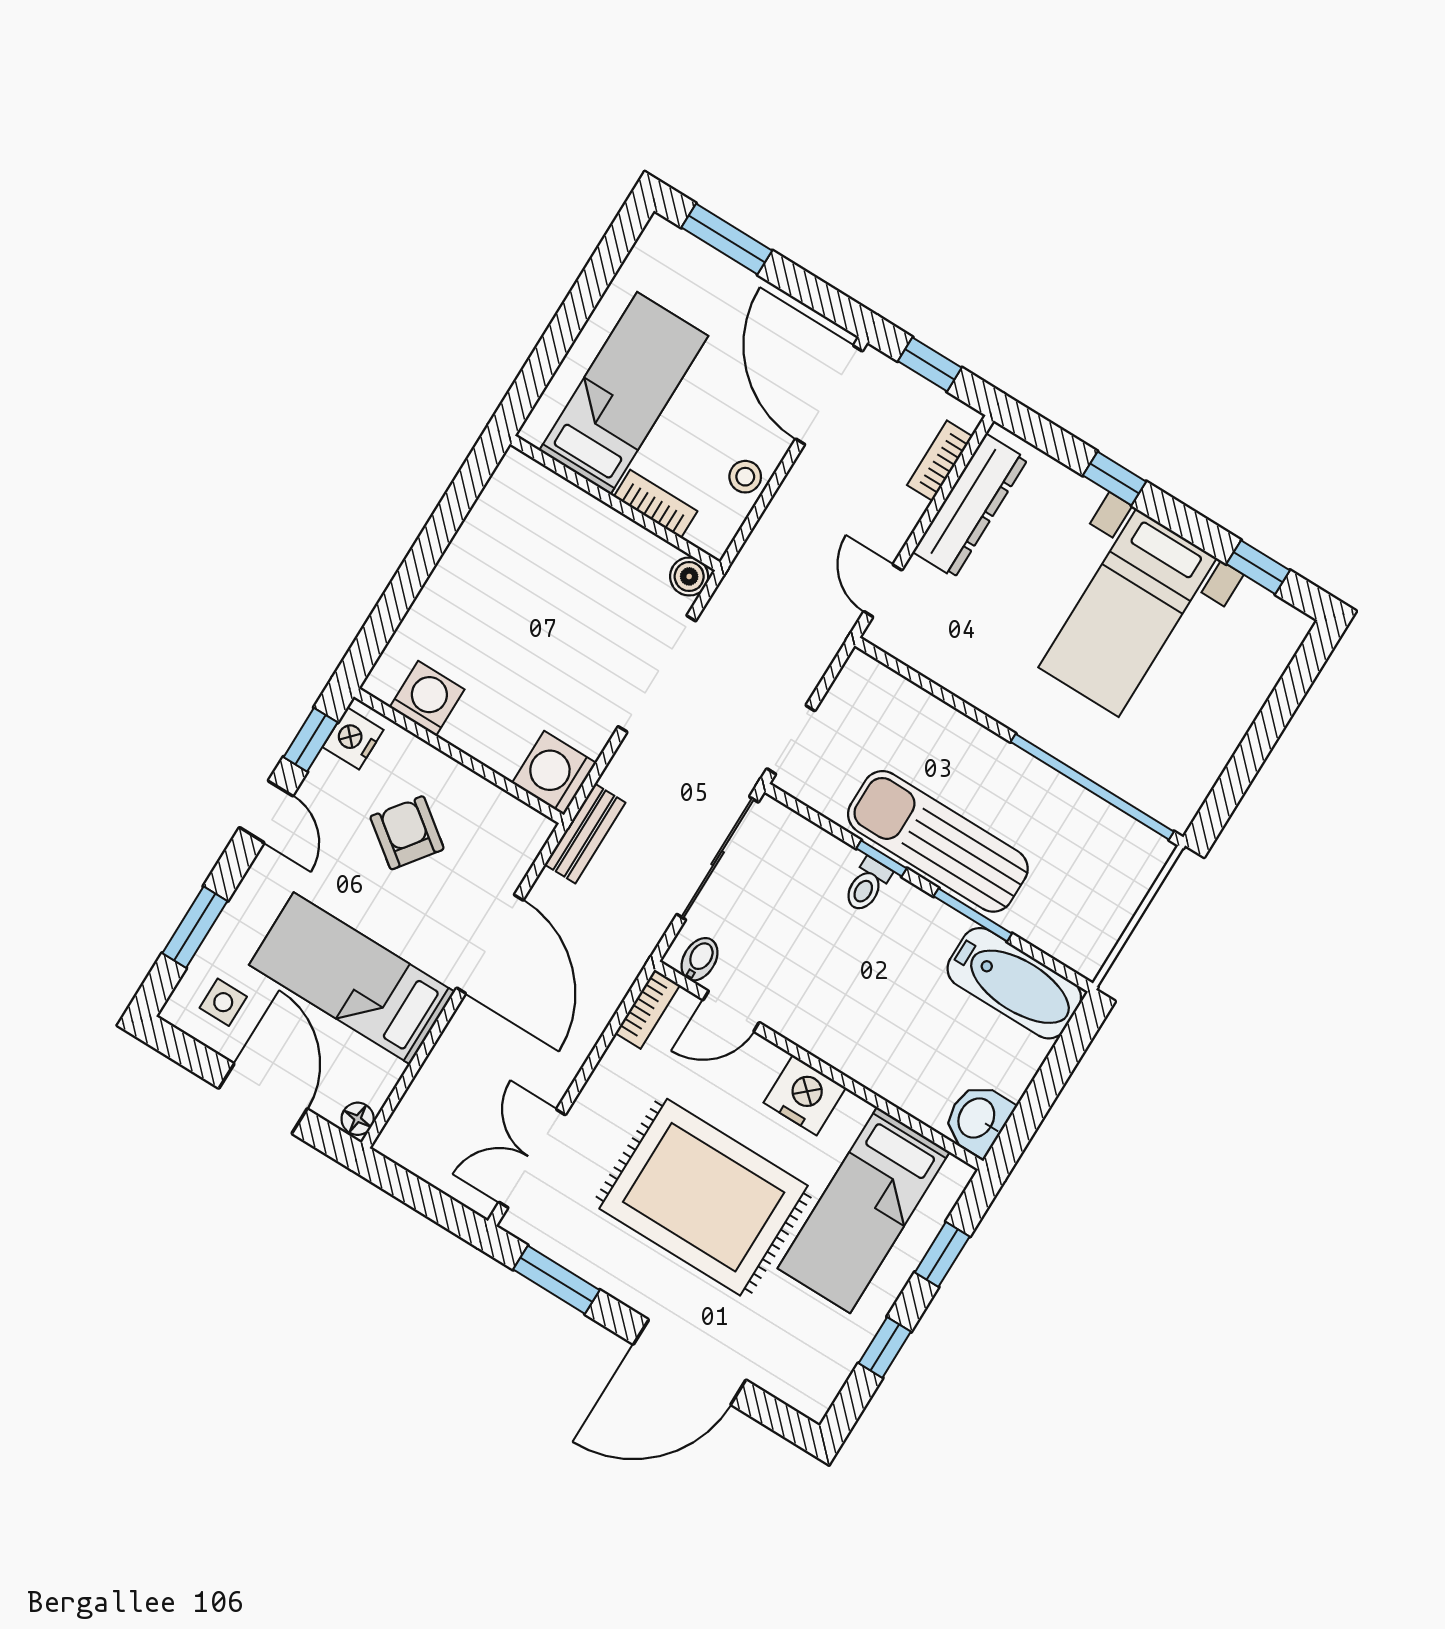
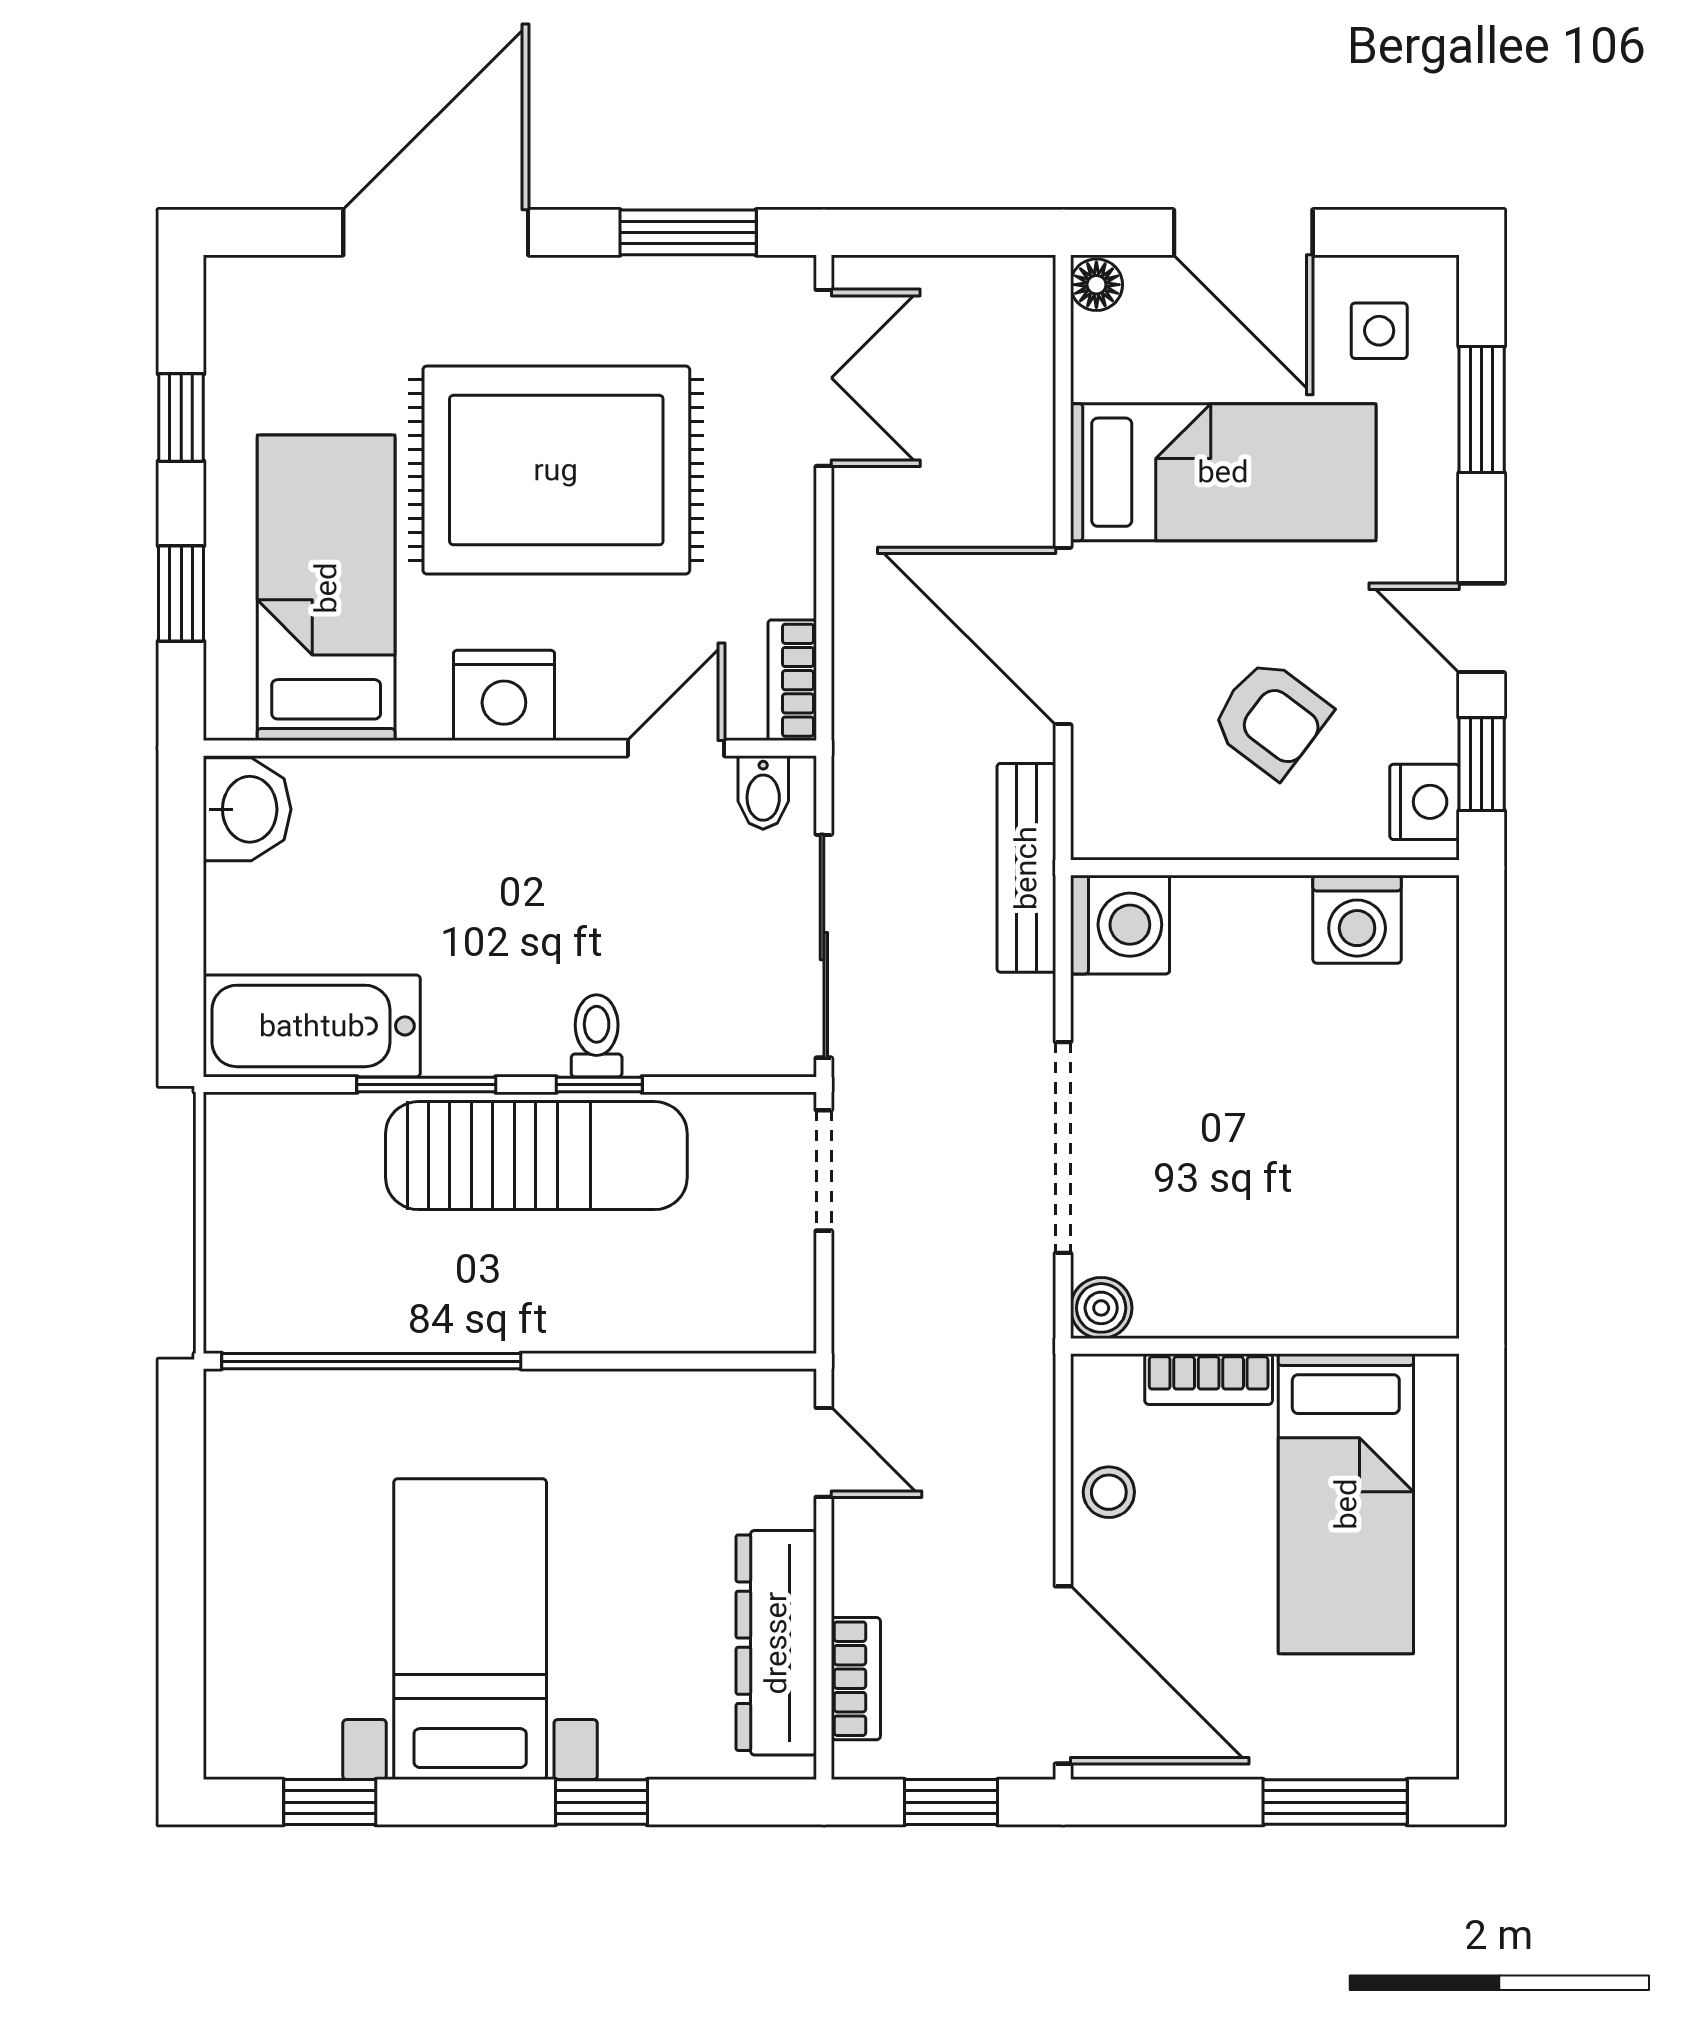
bench: (585, 834) -> (1026, 868), width x1.36

